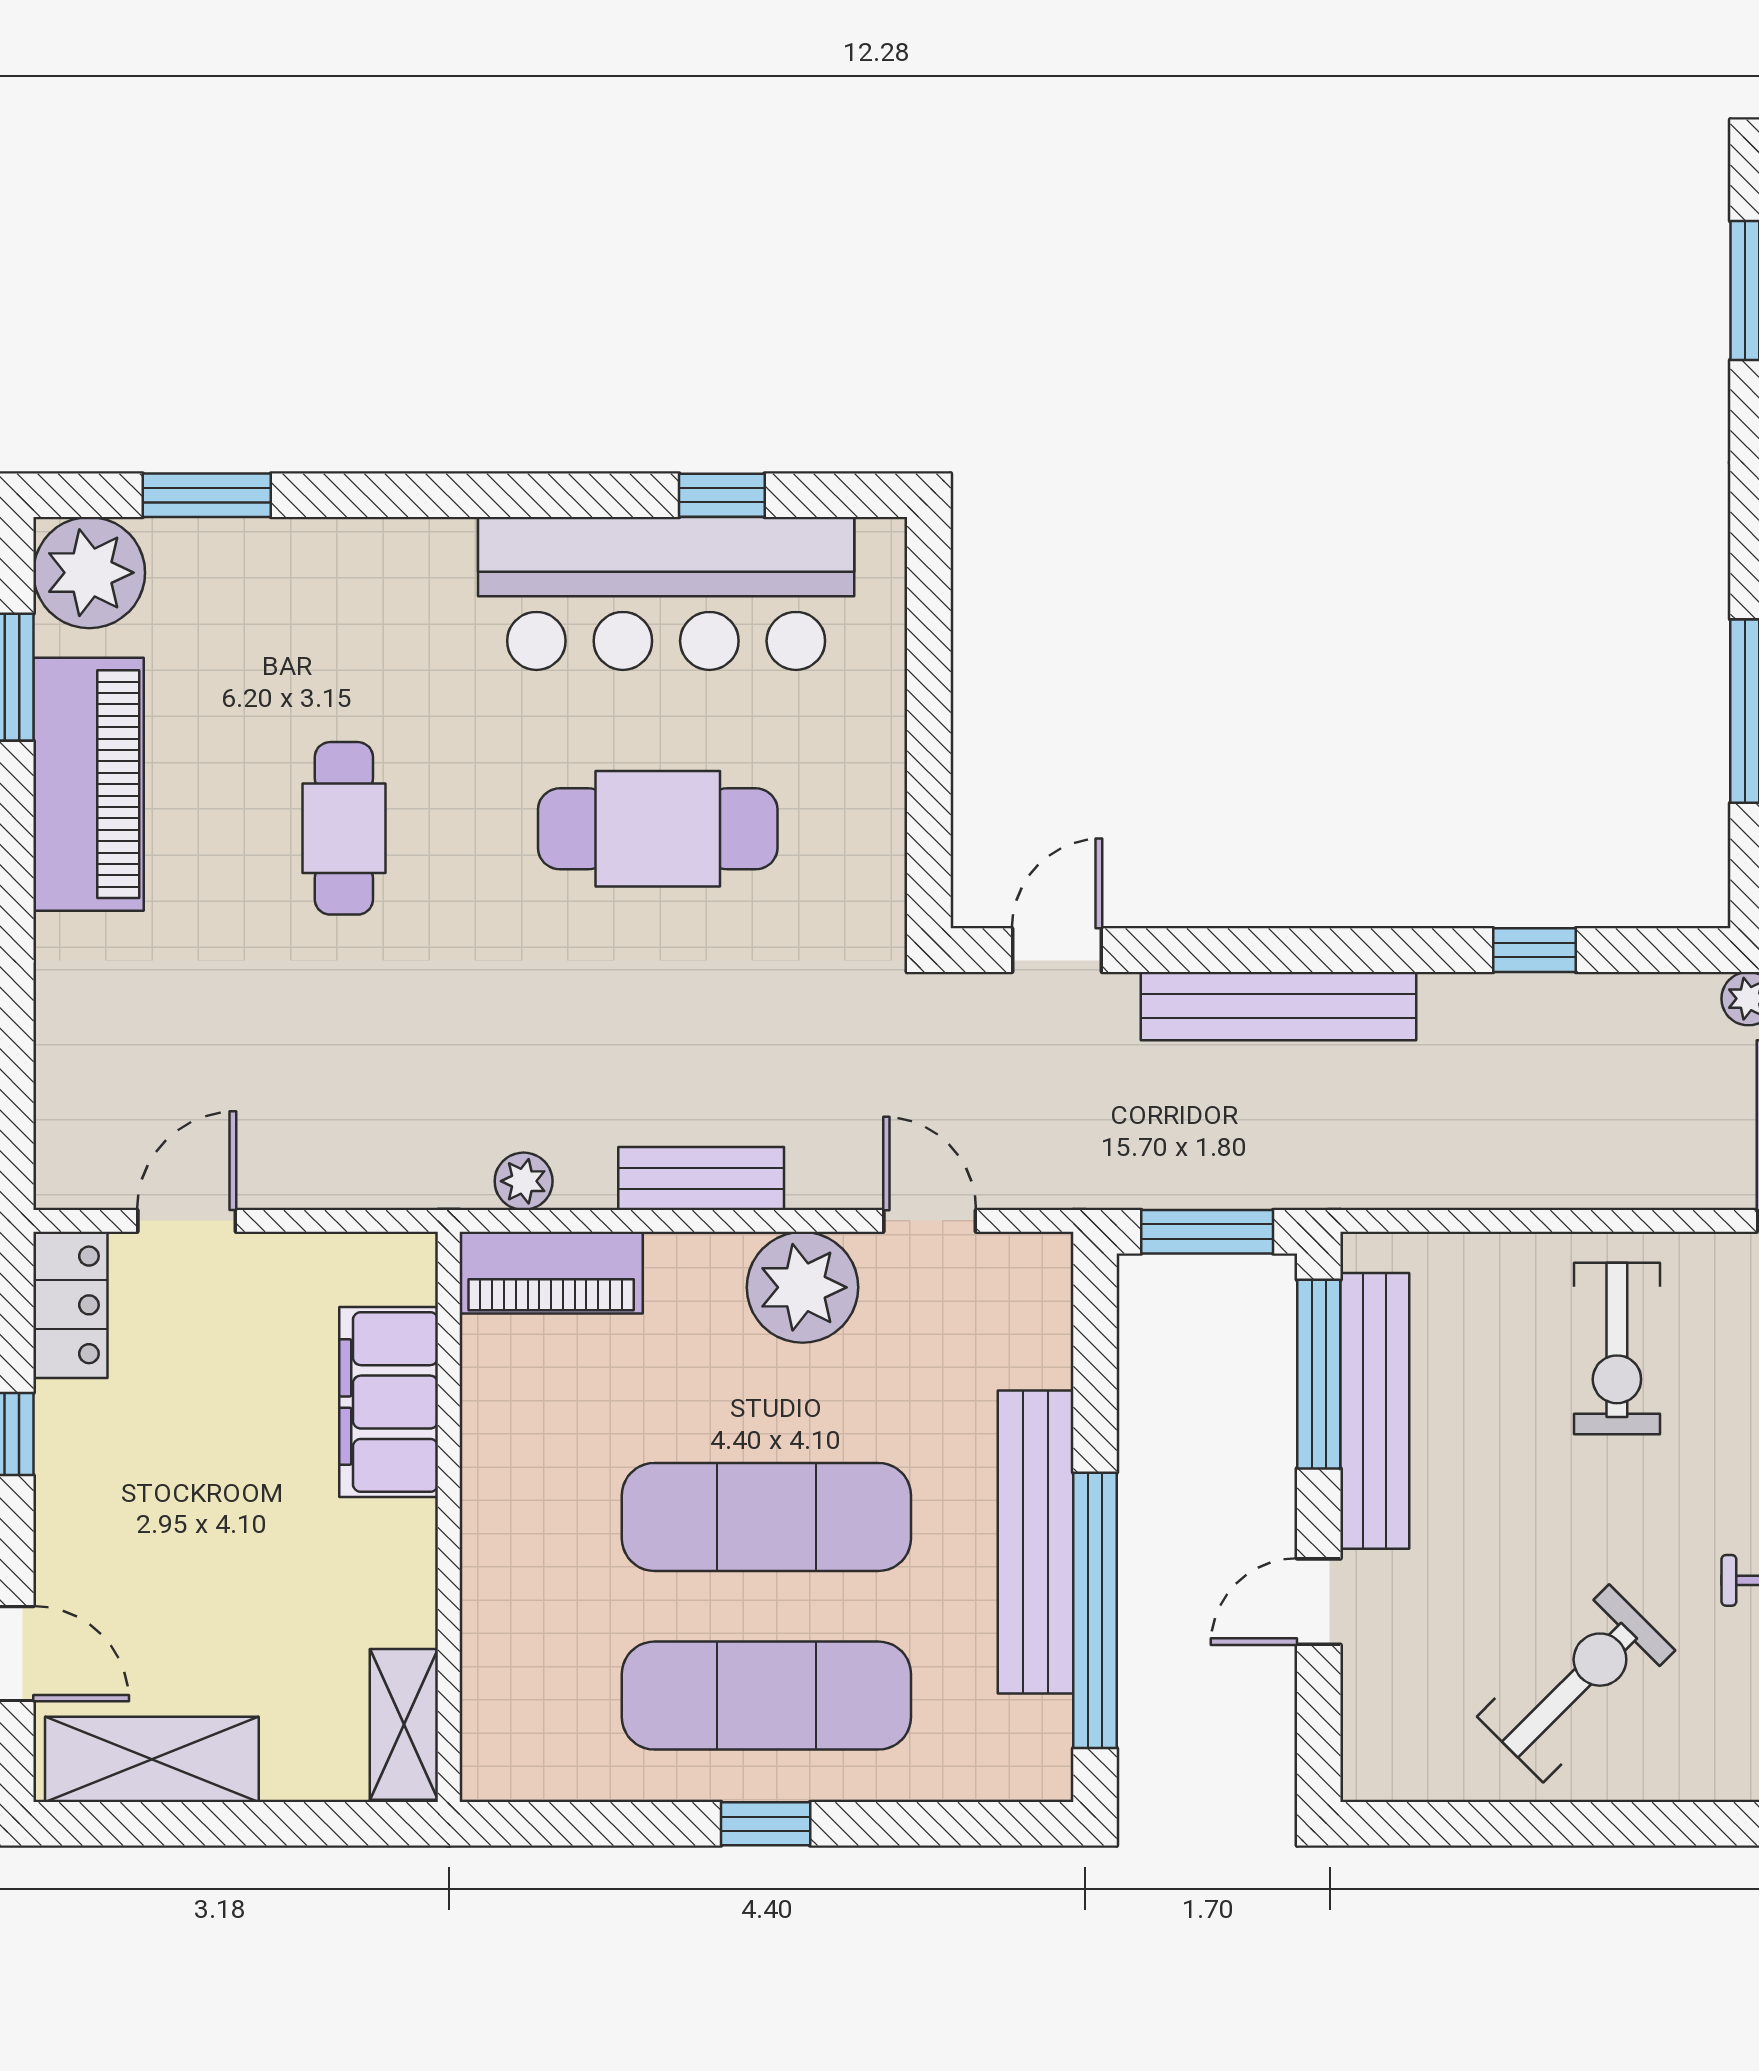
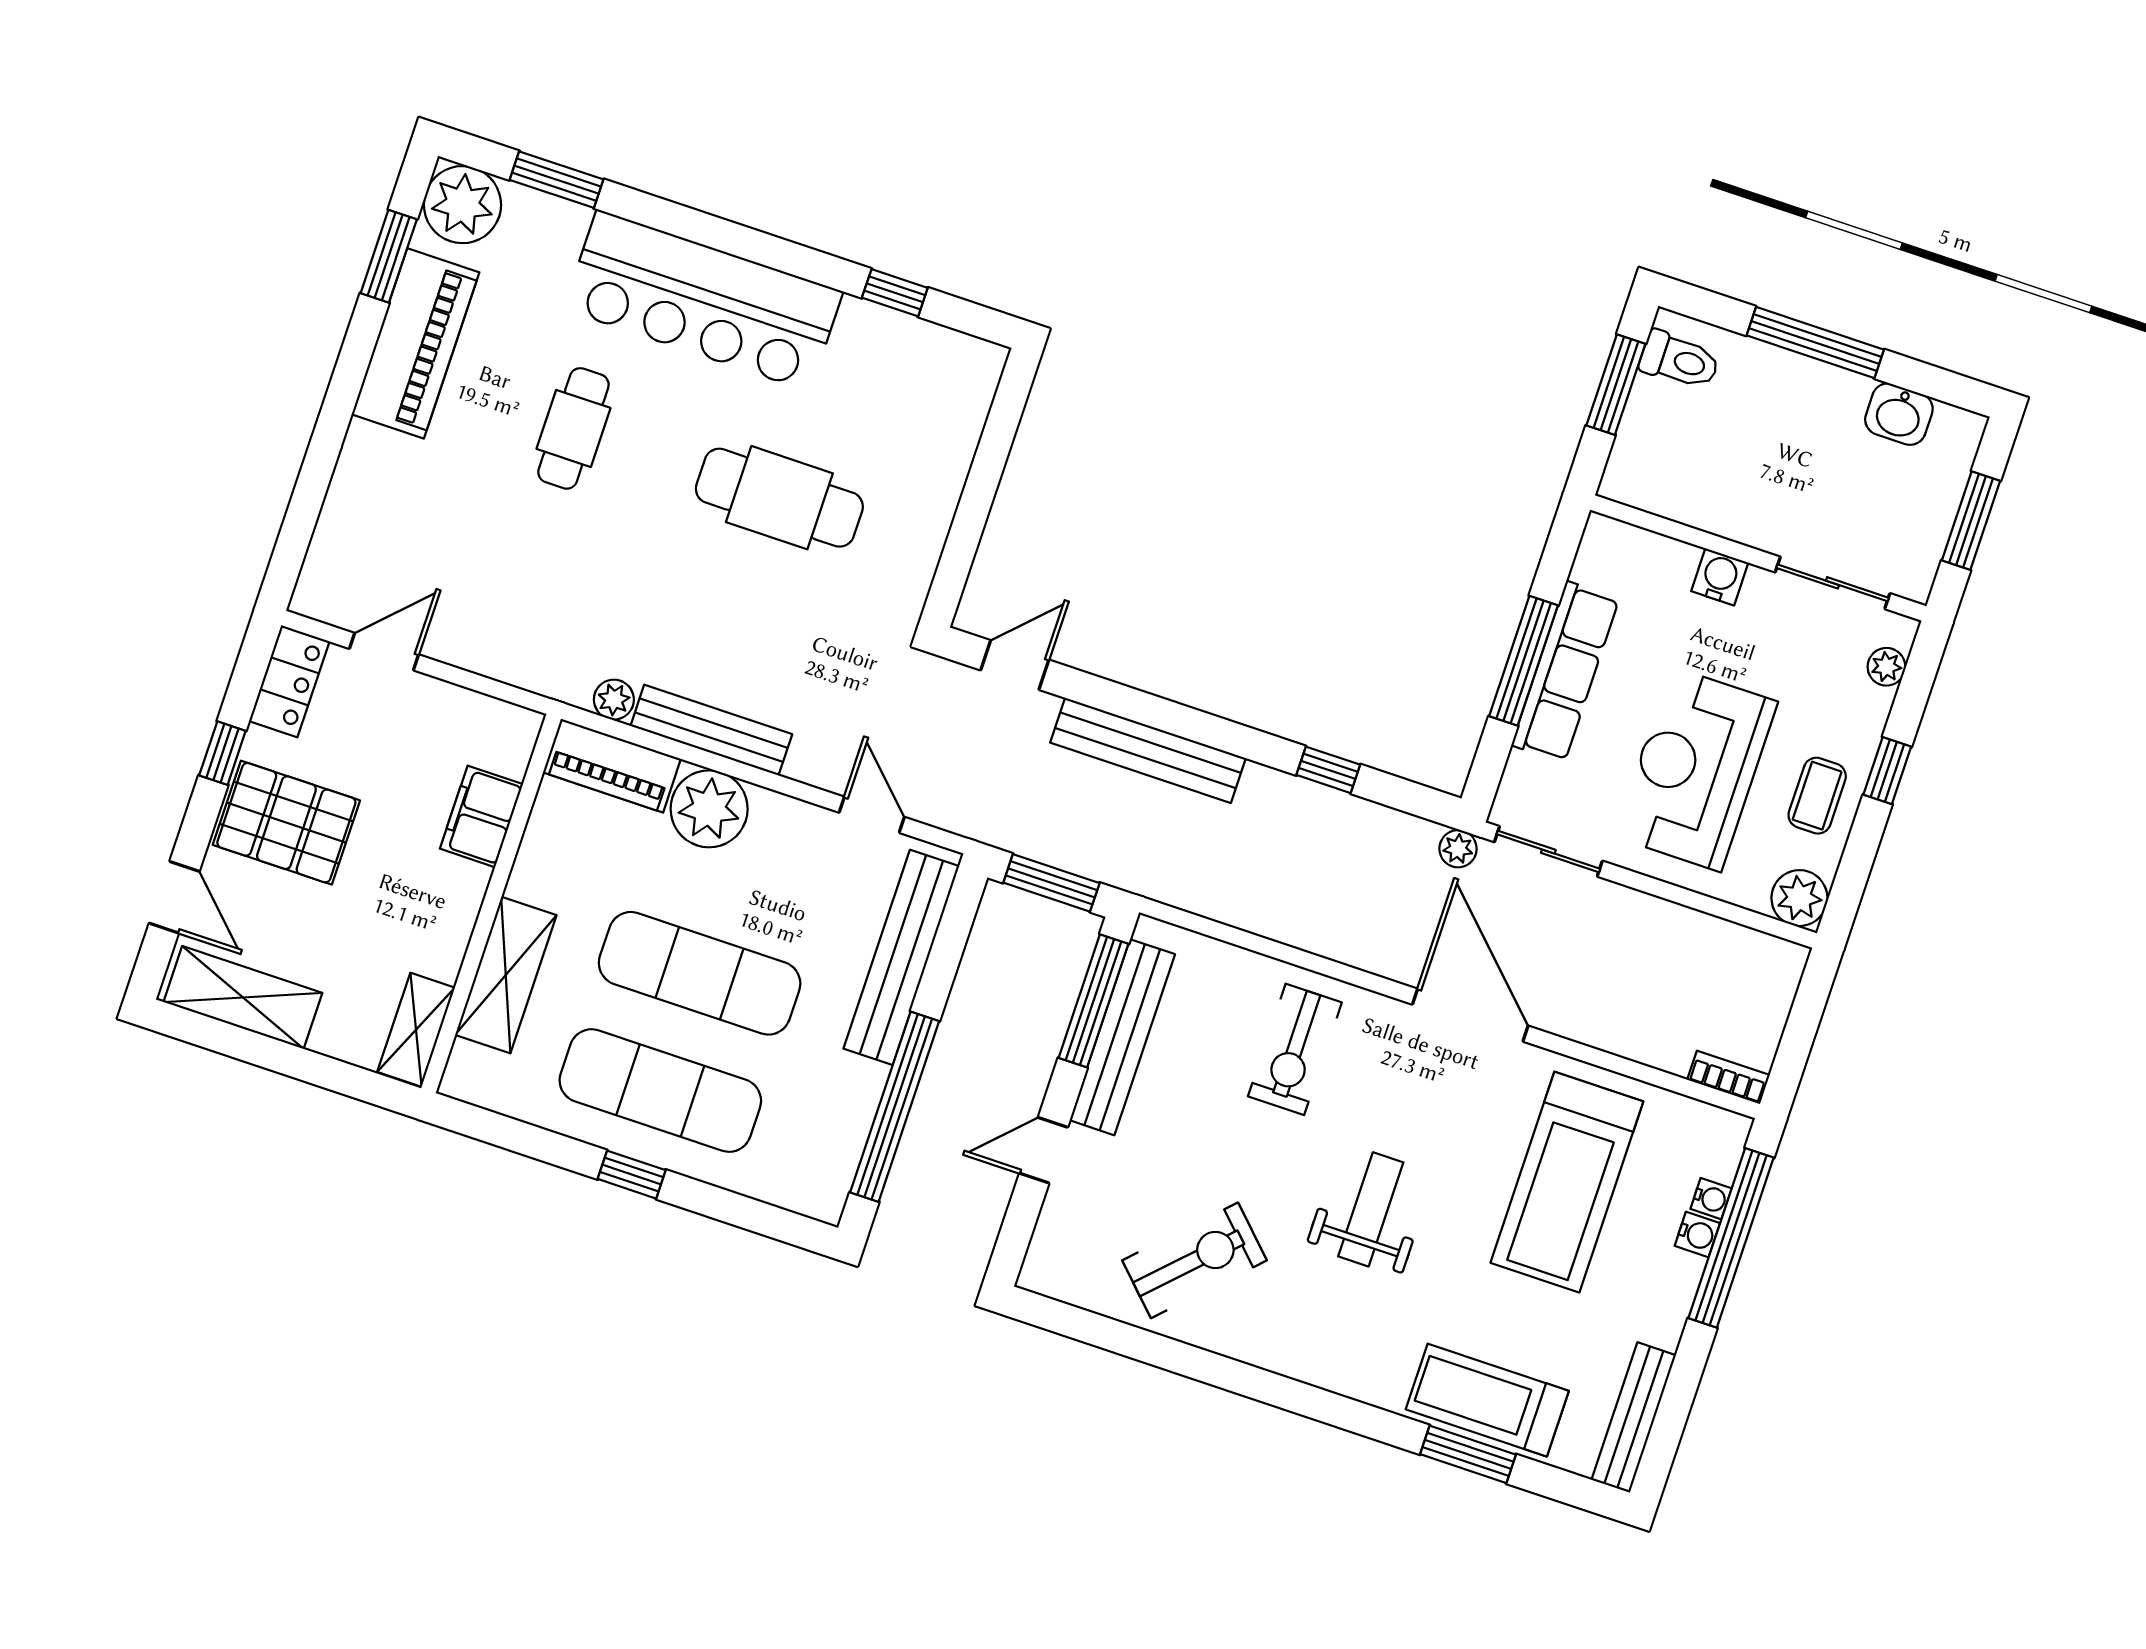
bar counter: (666, 593) -> (703, 300), moved
bench: (701, 1178) -> (711, 730), width x1.36
plant: (803, 1287) -> (709, 809), moved
filing cabinet: (389, 1402) -> (481, 816), width x0.67, depth x0.86
pallet: (131, 1500) -> (286, 823), added
bench: (1036, 1542) -> (901, 957), moved
shelving: (502, 1608) -> (506, 975), added

